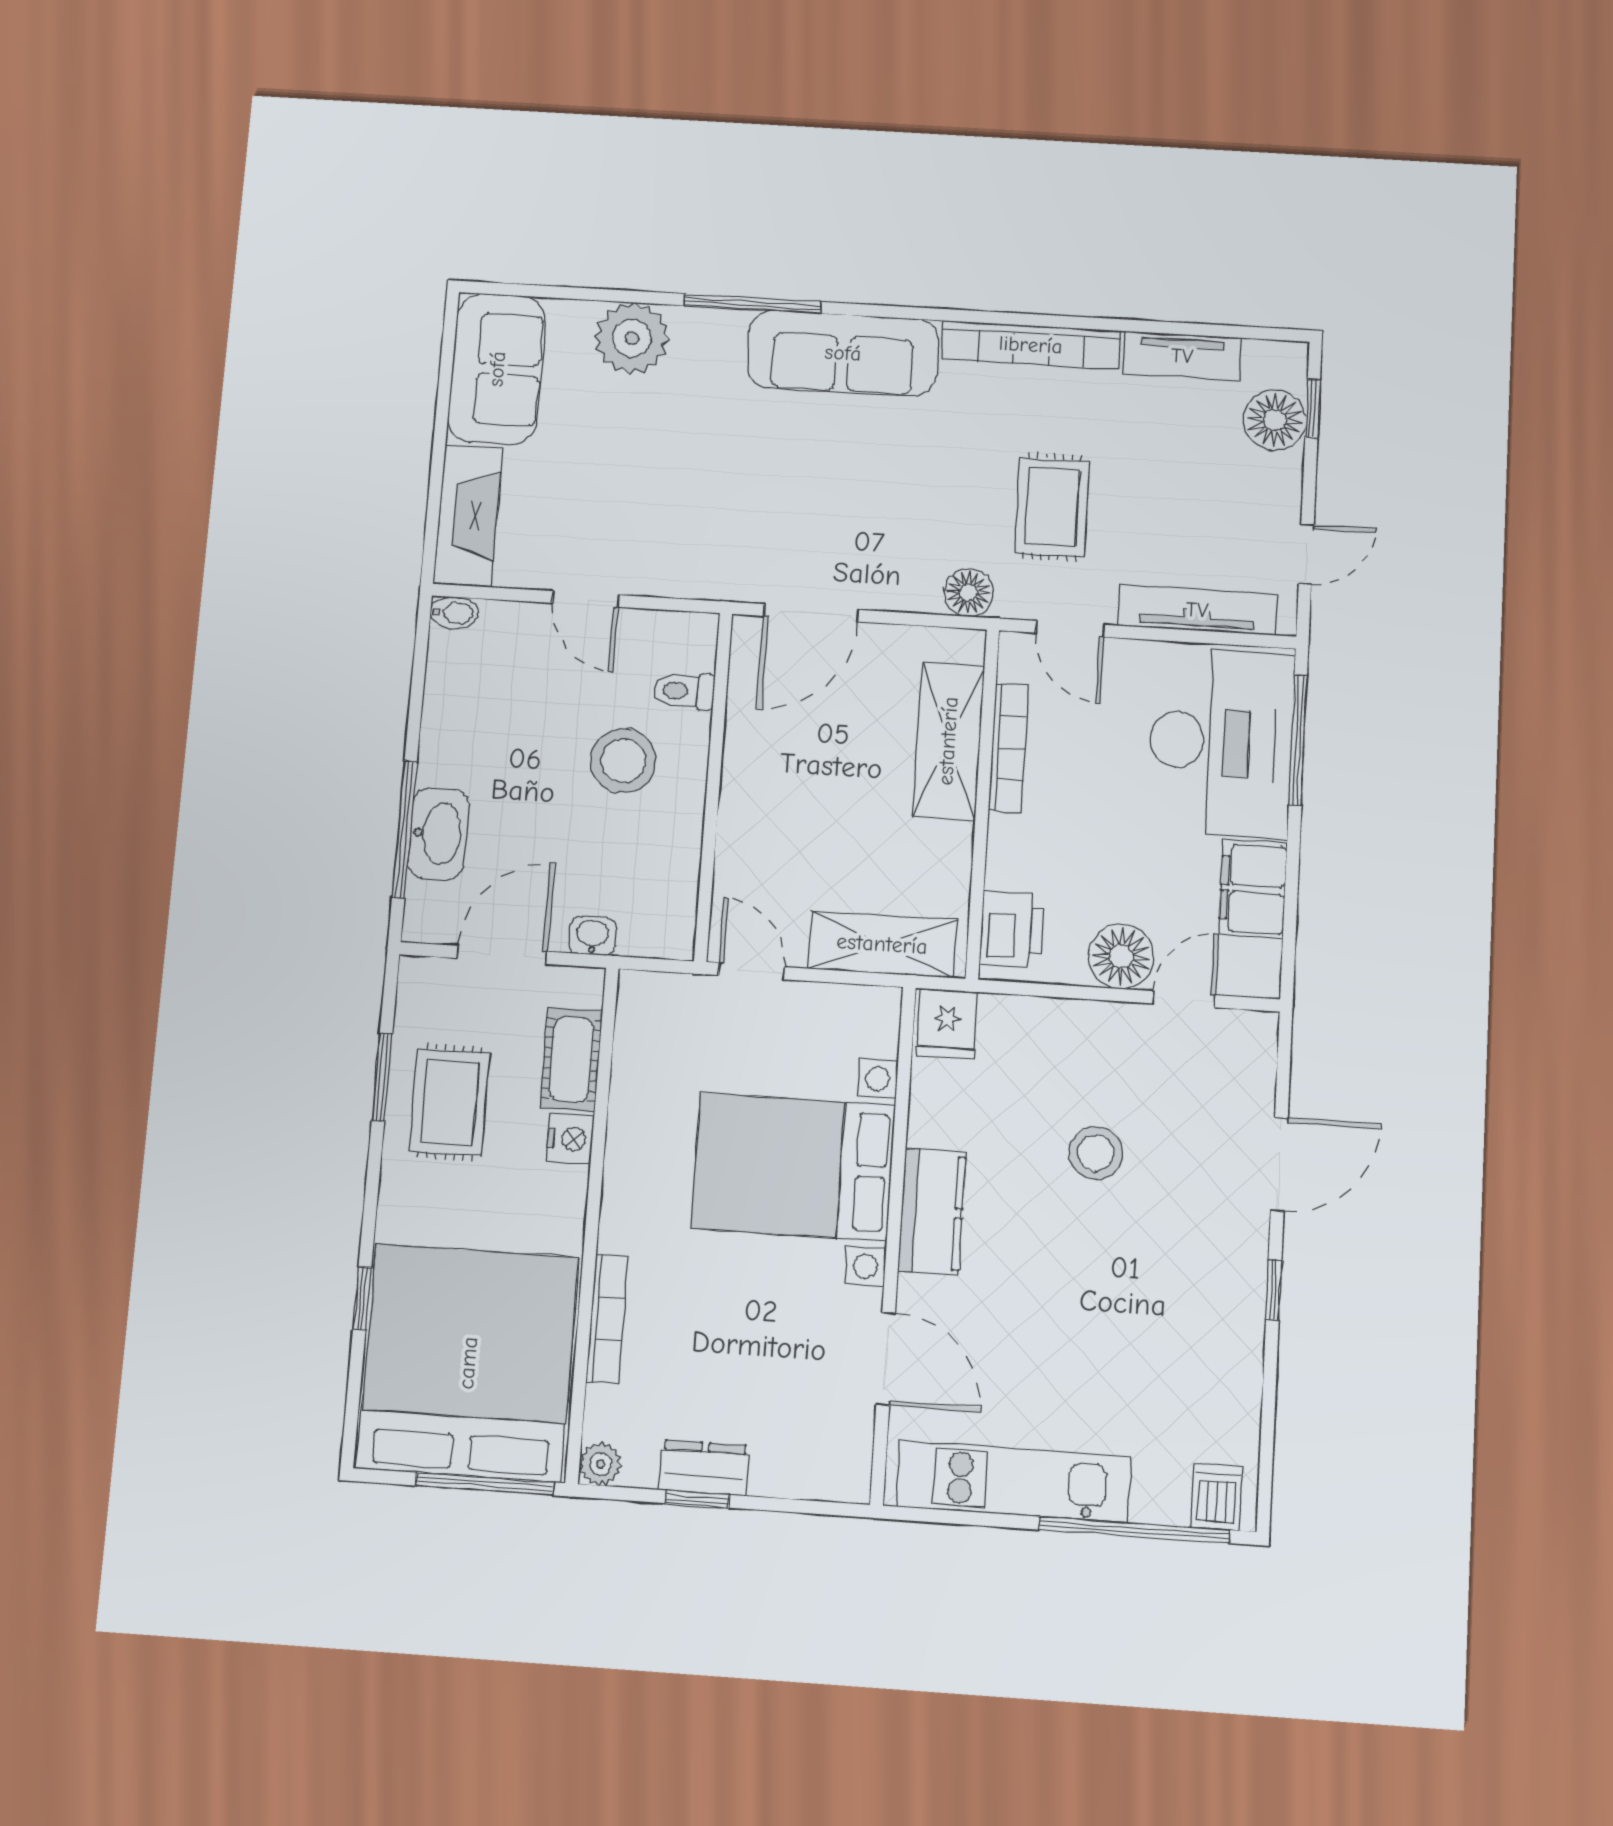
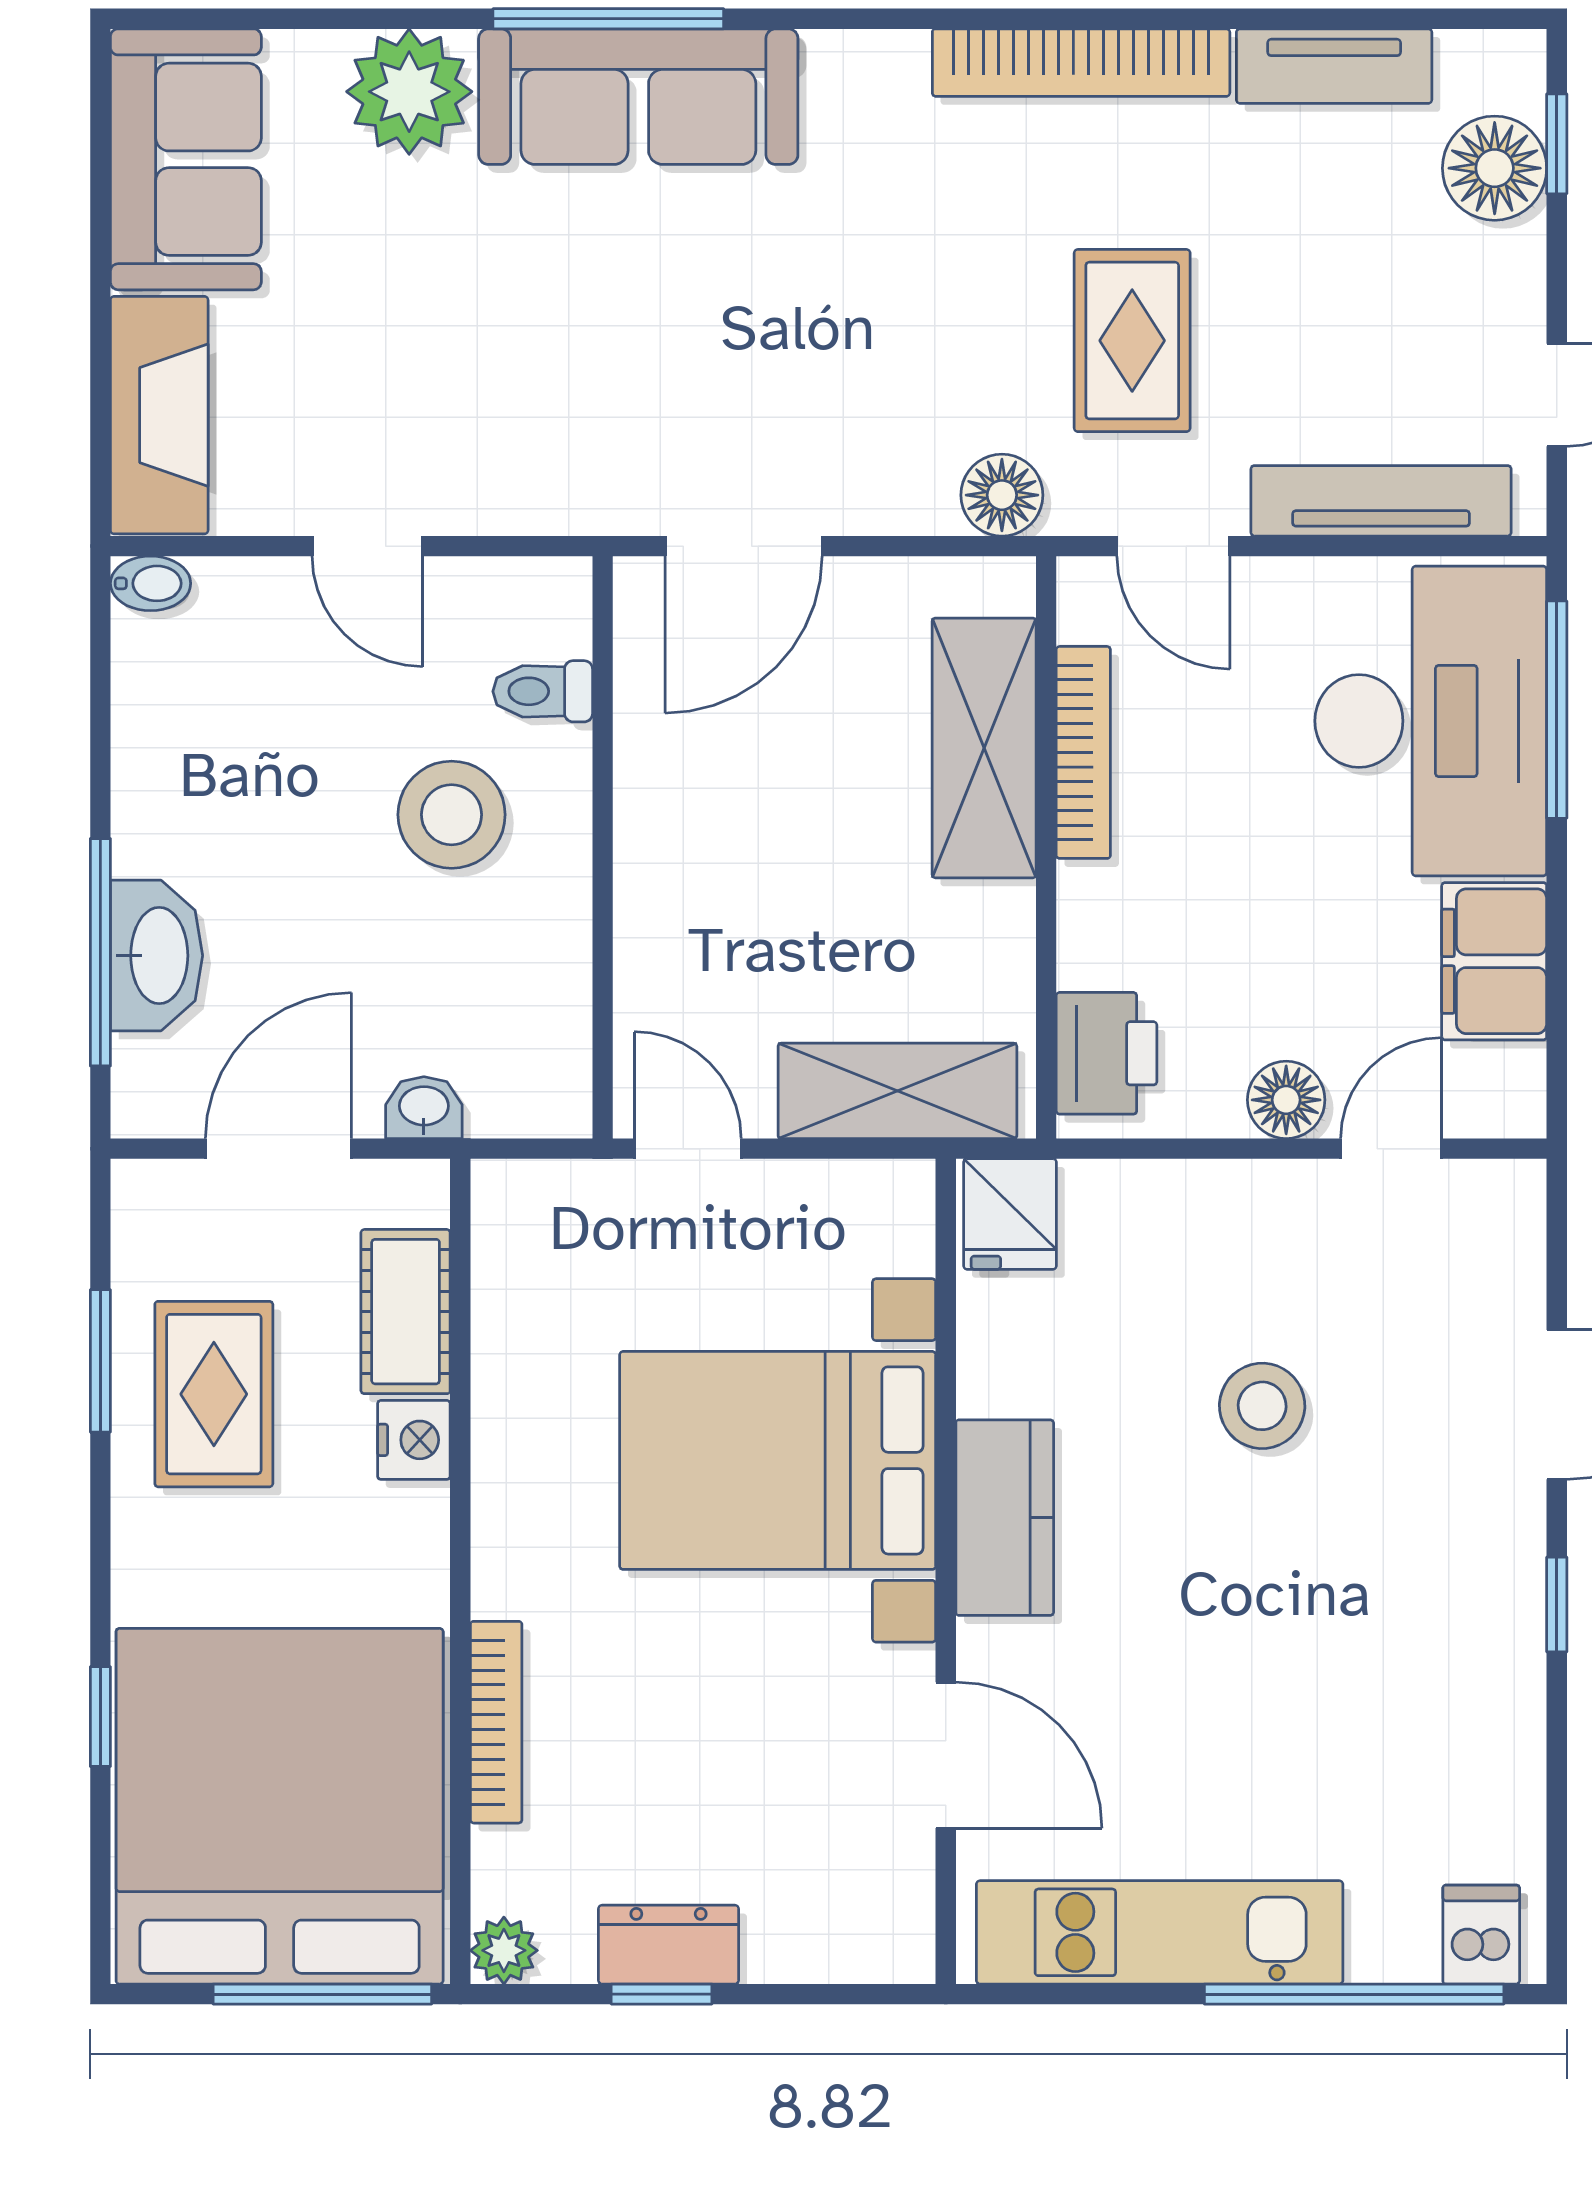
sofa: (843, 353) -> (638, 97), moved
floor lamp: (1121, 956) -> (1286, 1100), width x0.73, depth x0.73

